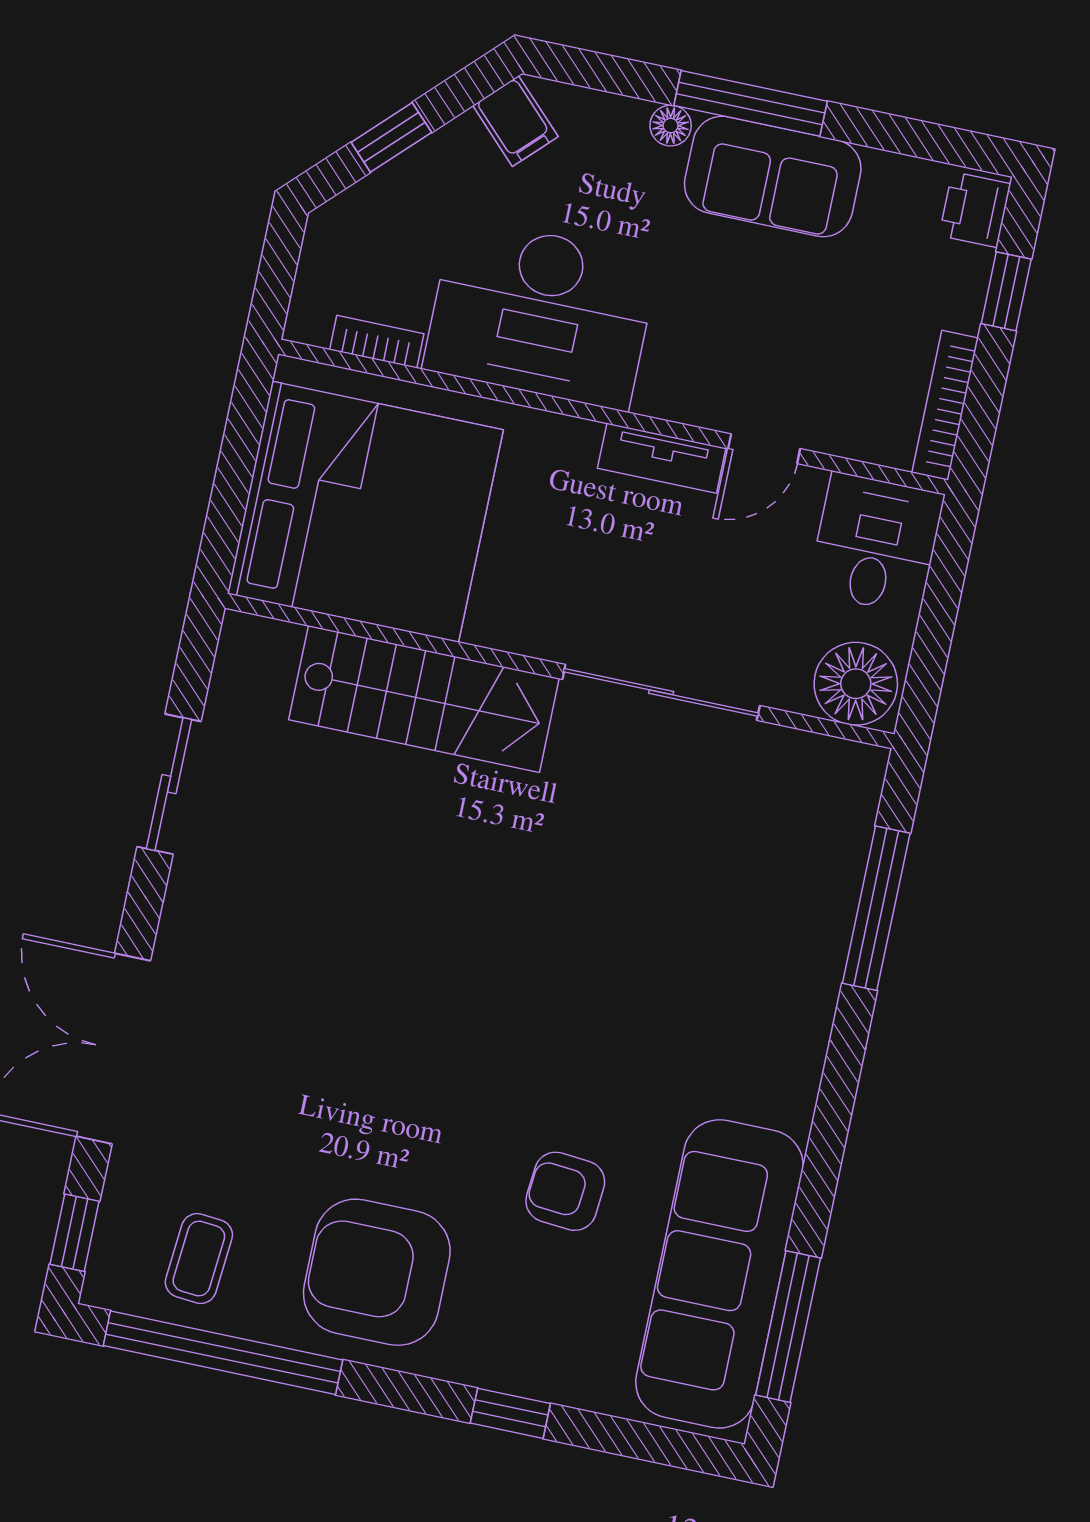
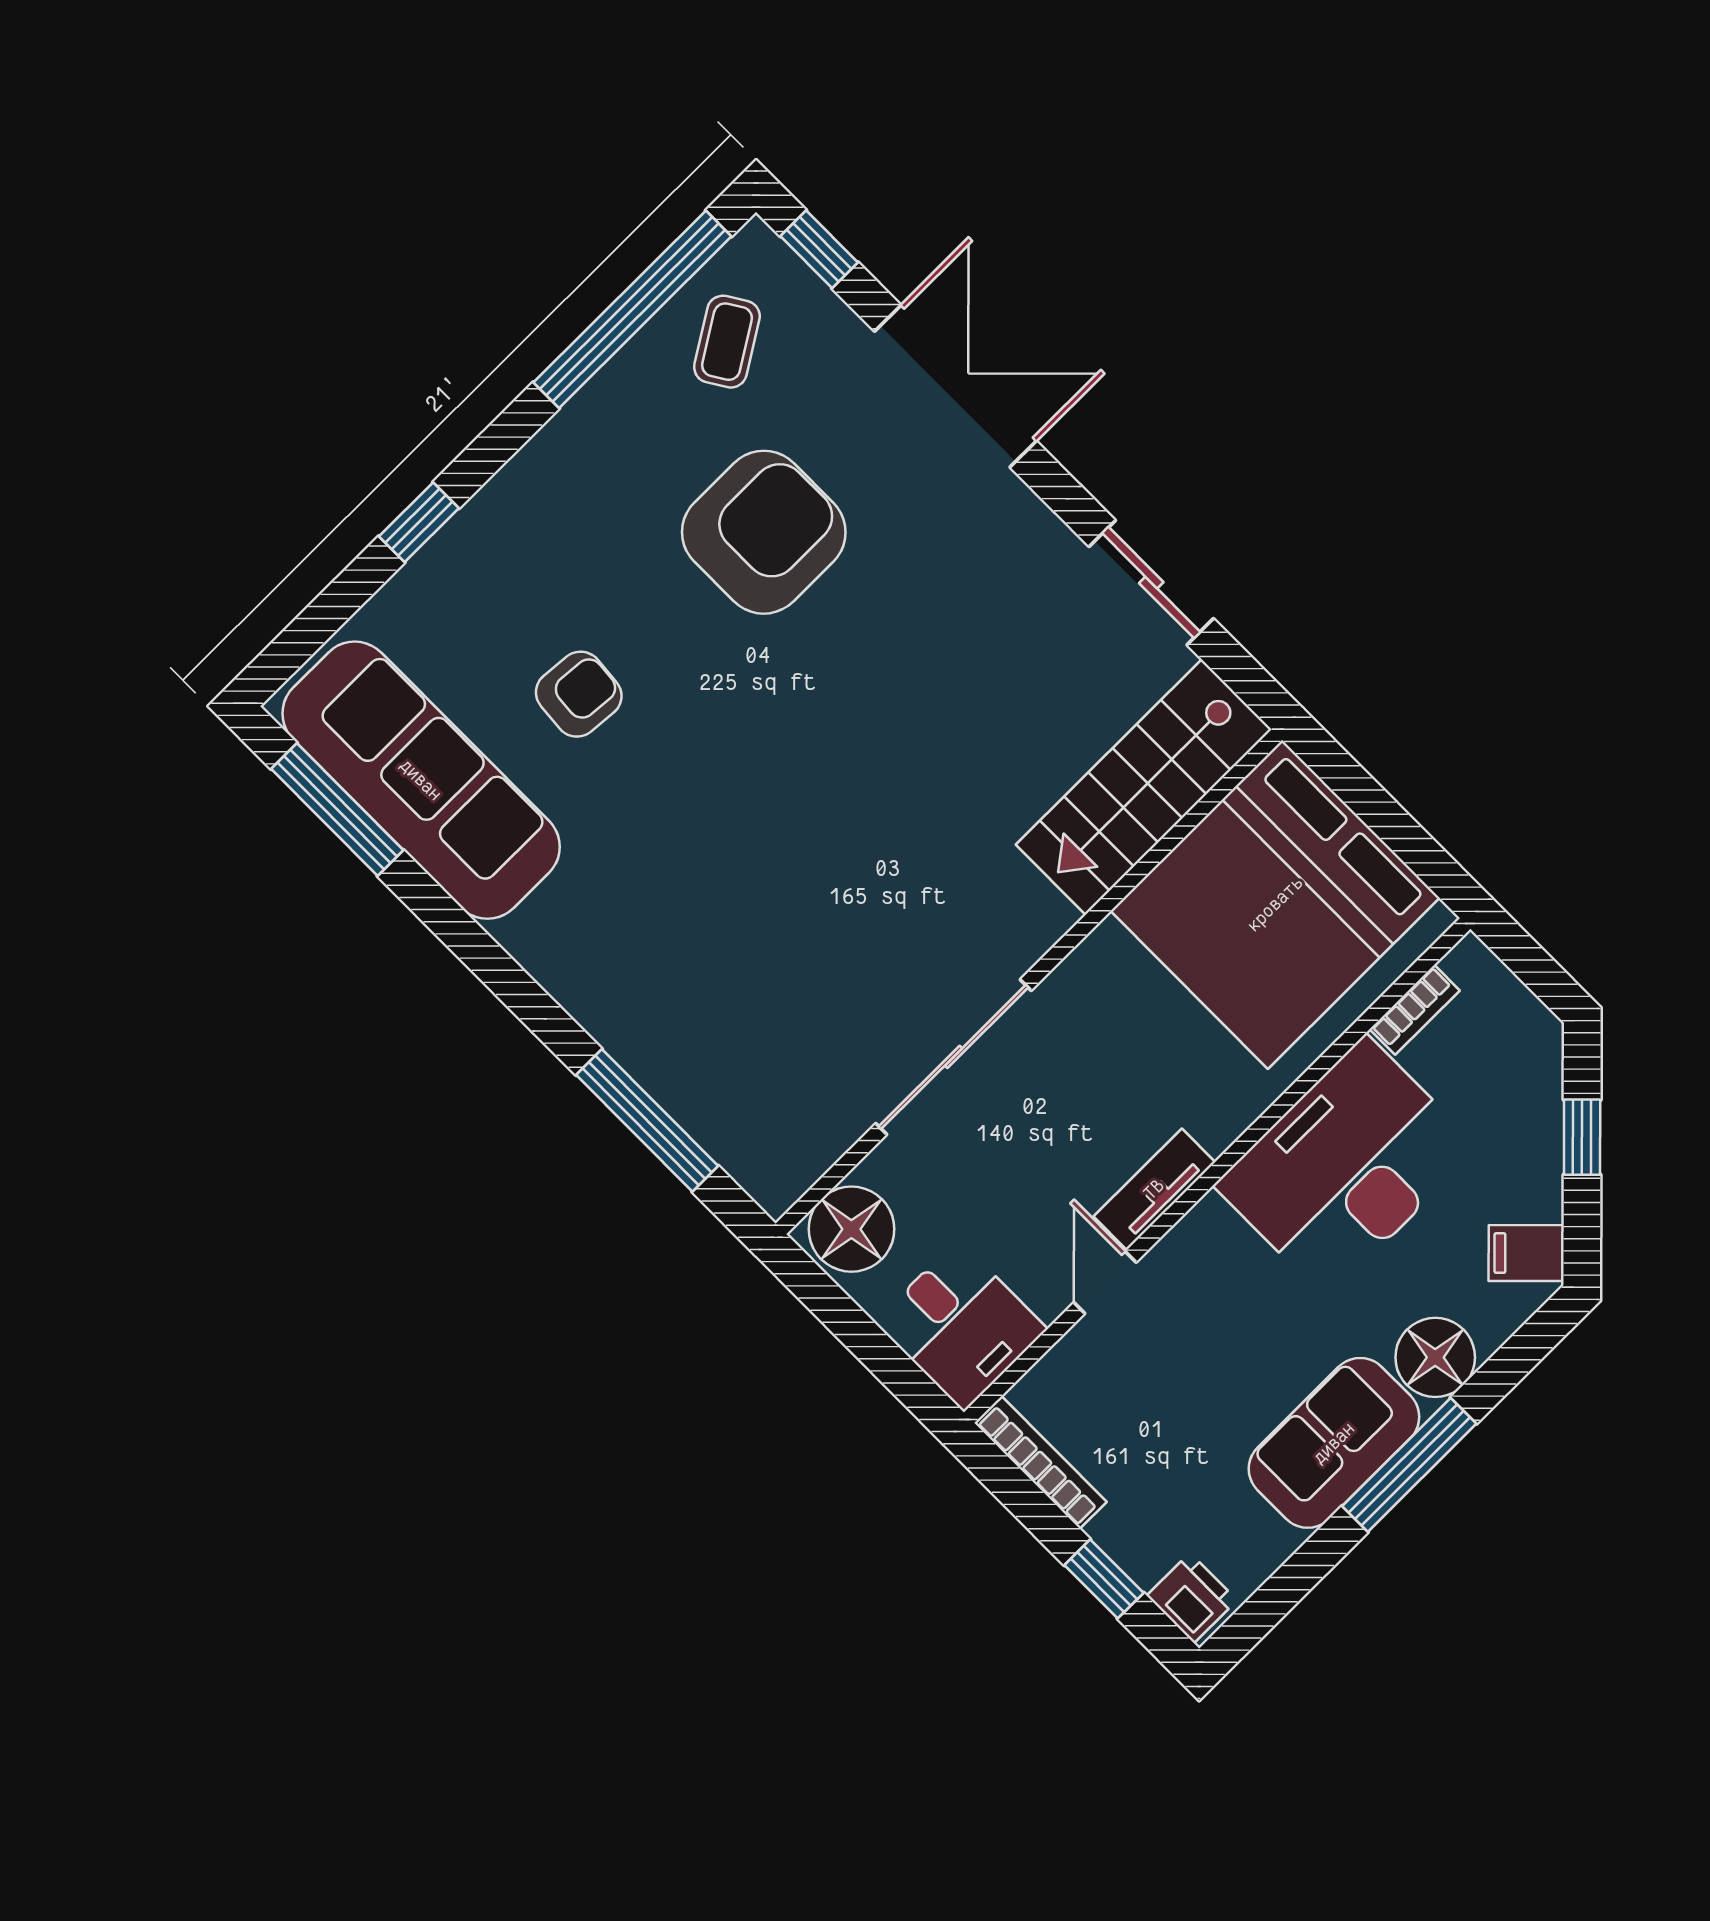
floor lamp: (671, 126) -> (1435, 1357), width x1.89, depth x1.89
stairs: (424, 699) -> (1144, 787), moved
coffee table: (199, 1259) -> (727, 342), turned 53
armchair: (377, 1272) -> (764, 532), moved

